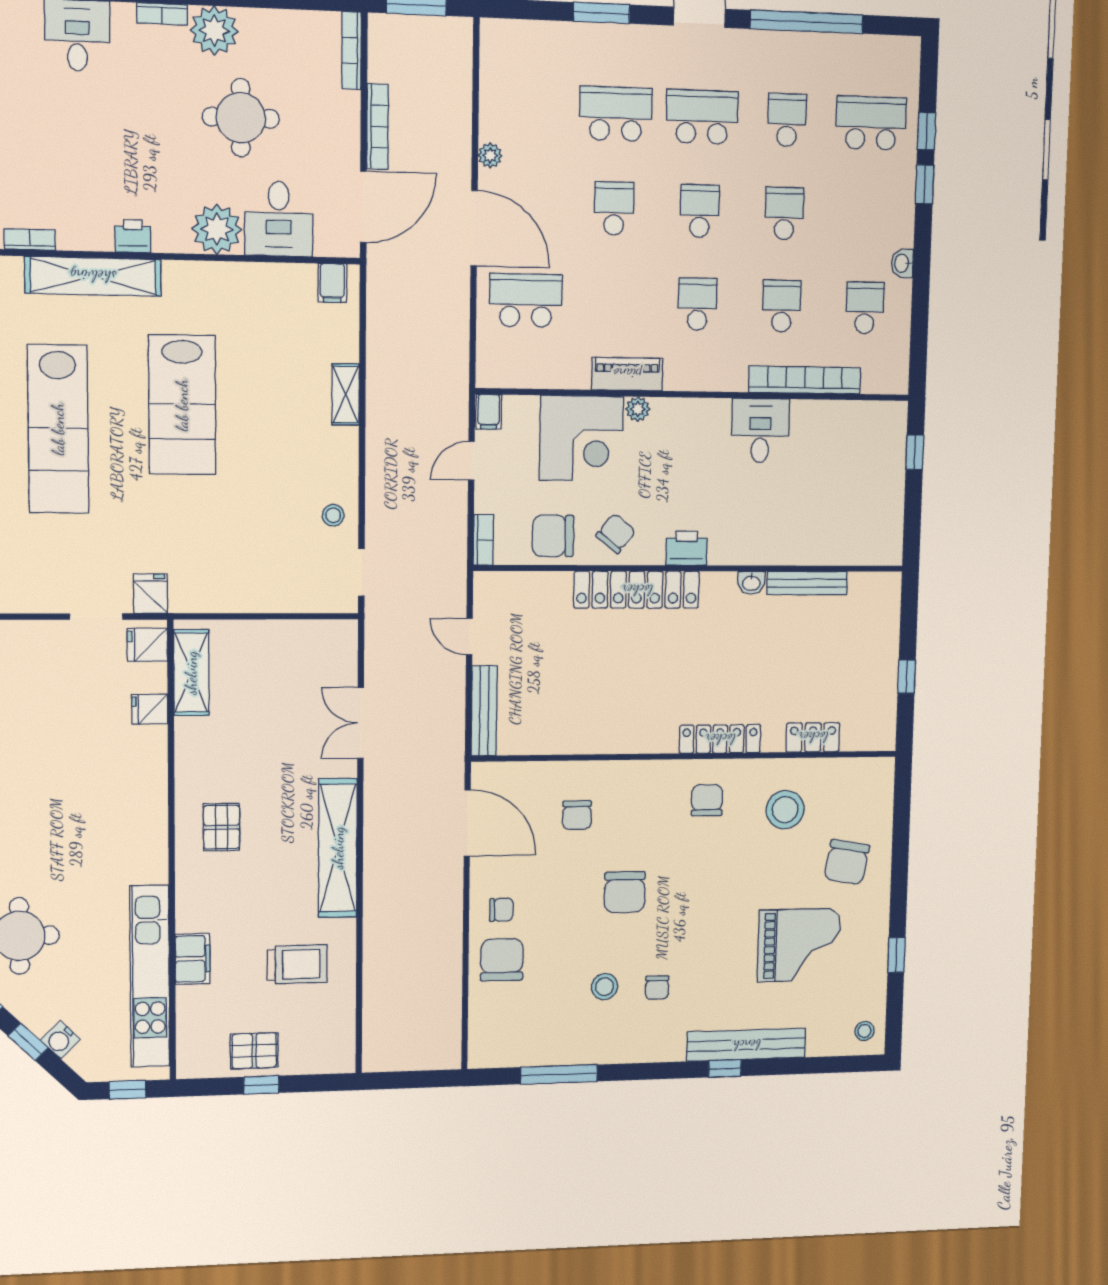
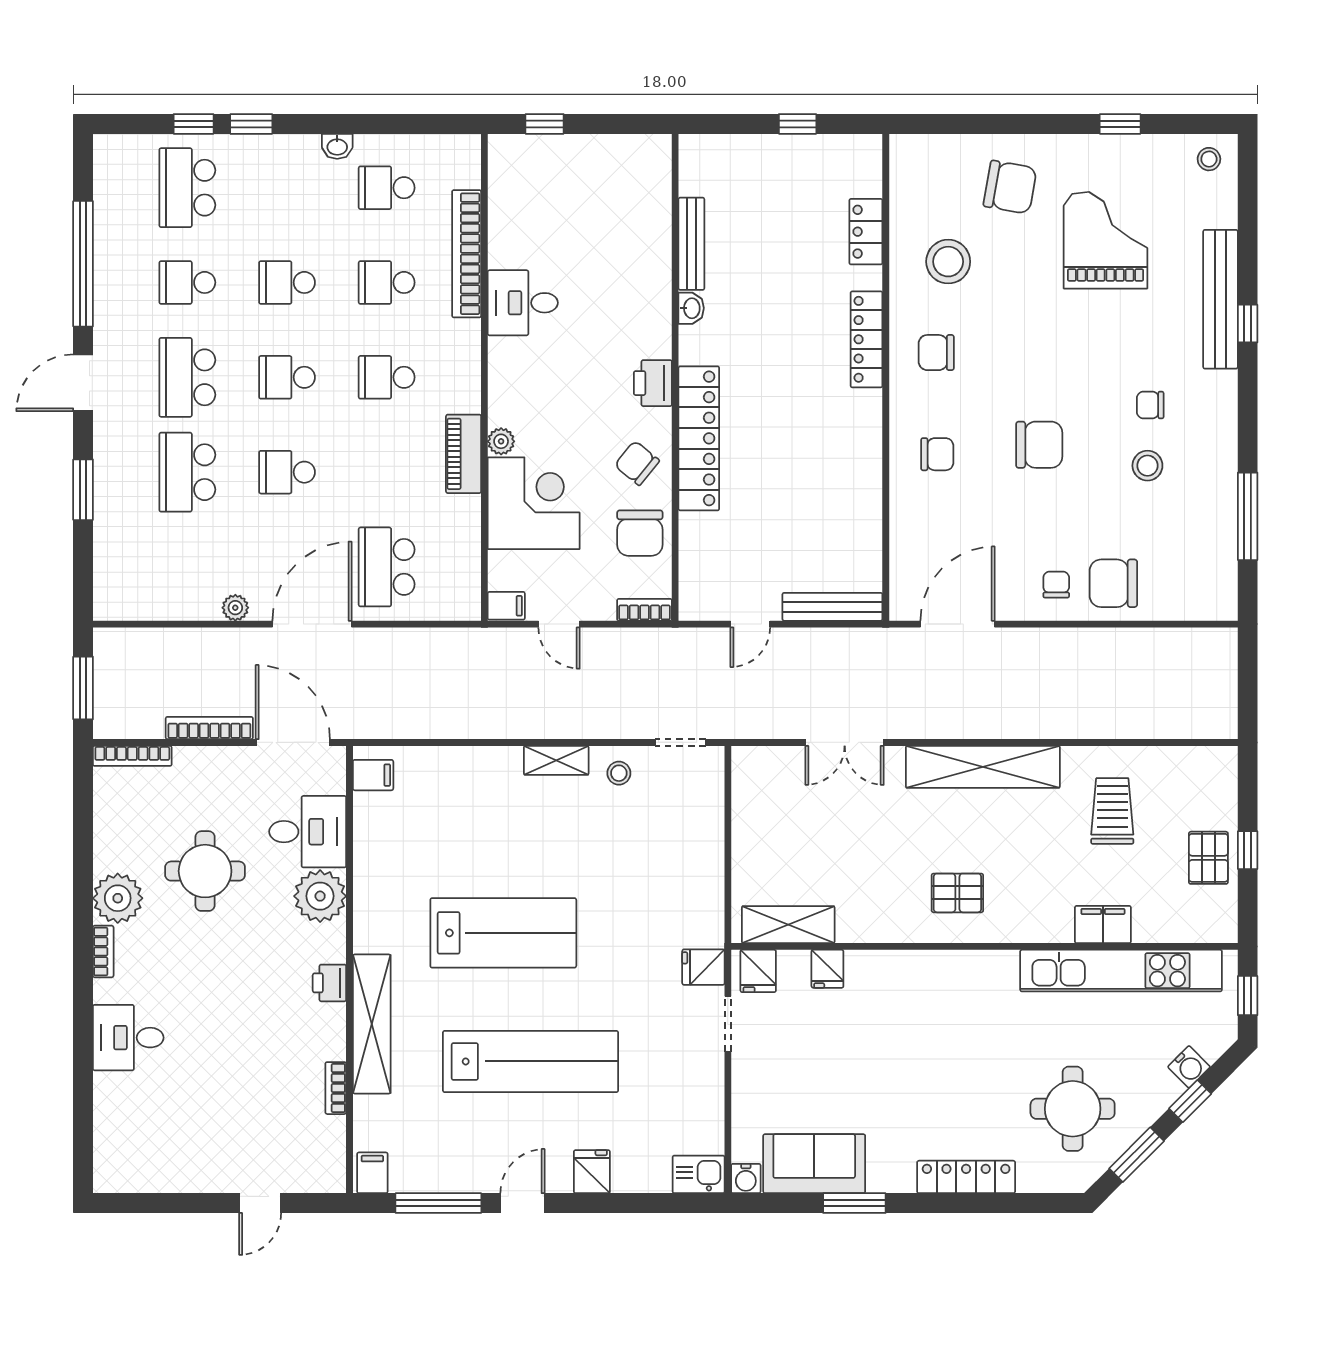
shelving: (346, 394) -> (556, 760), moved
chair: (577, 815) -> (937, 454), moved
chair: (657, 987) -> (1150, 405), turned 180

